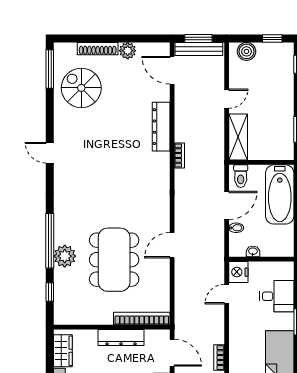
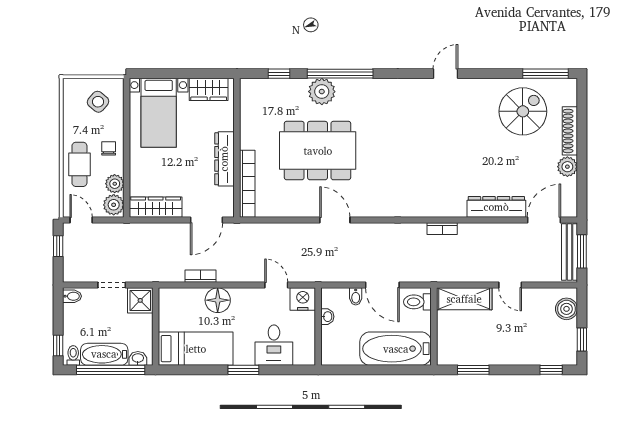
dresser: (161, 127) -> (496, 207), moved
floor lamp: (239, 343) -> (218, 300), added

